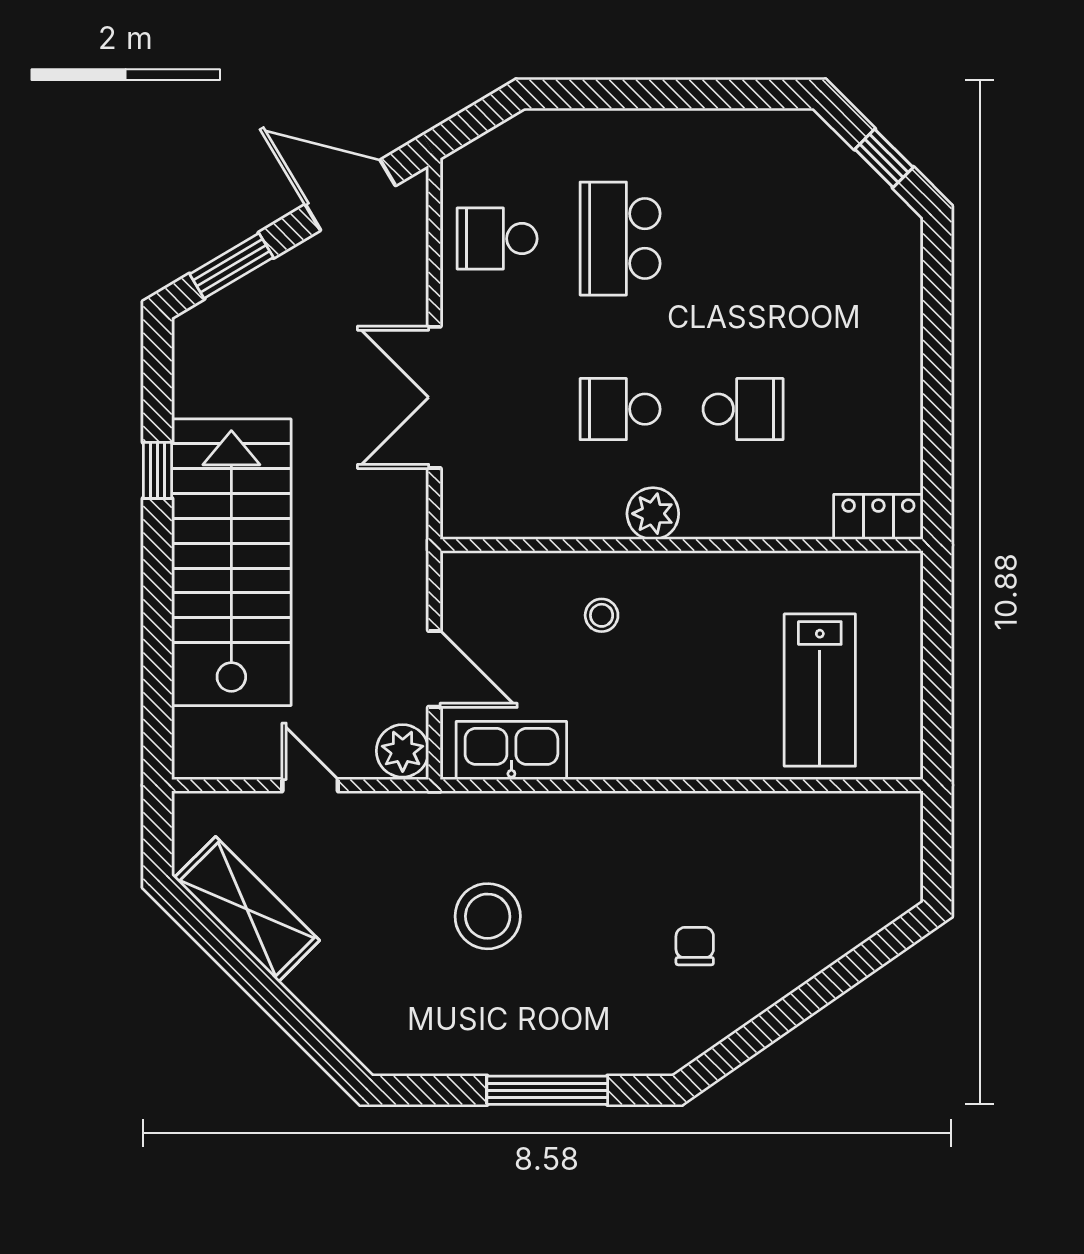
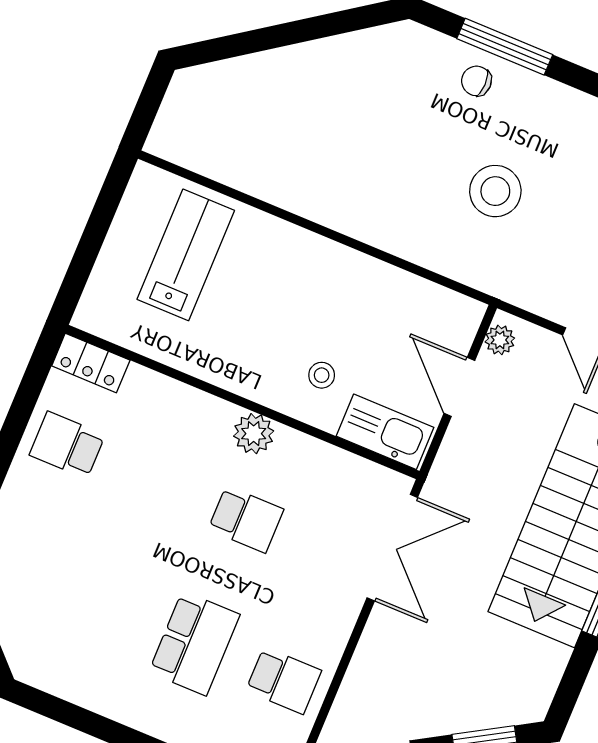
double door: (434, 397) -> (392, 548), moved
school desk: (743, 409) -> (67, 445), moved
kitchen sink: (511, 750) -> (385, 432), moved, turned 180
plant: (403, 751) -> (500, 340), width x0.73, depth x0.73
chair: (695, 946) -> (476, 81), moved, turned 90

